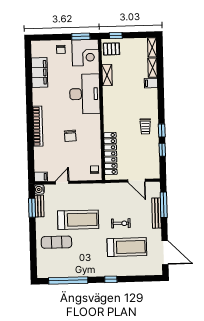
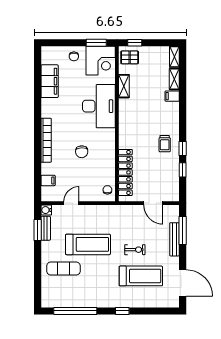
filing cabinet: (41, 177) -> (48, 180), moved

